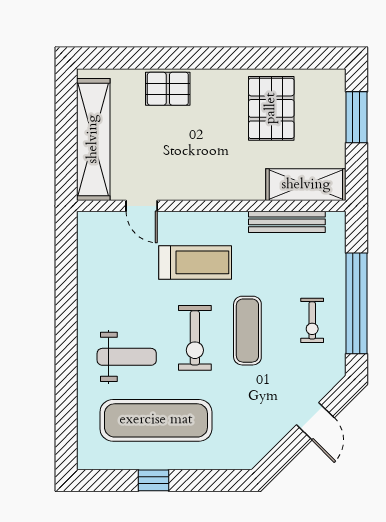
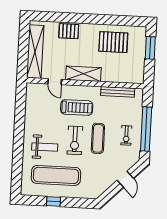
pallet: (271, 108) -> (113, 42), turned 90
shelving: (306, 185) -> (83, 74), moved

